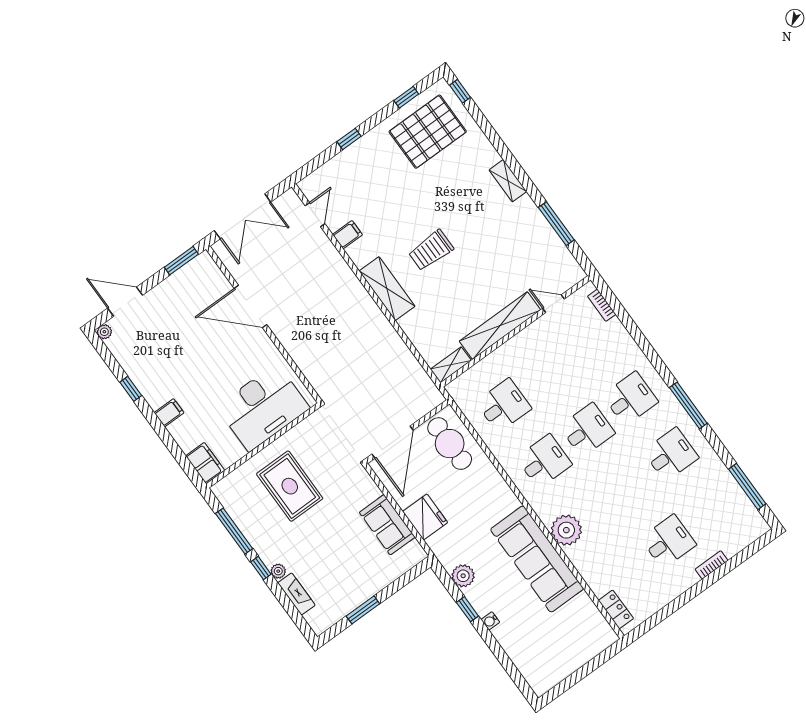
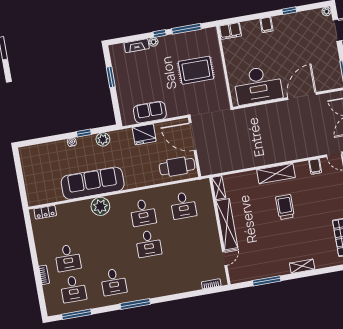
desk: (630, 399) -> (73, 289), moved
desk: (263, 407) -> (258, 85), moved, turned -90

